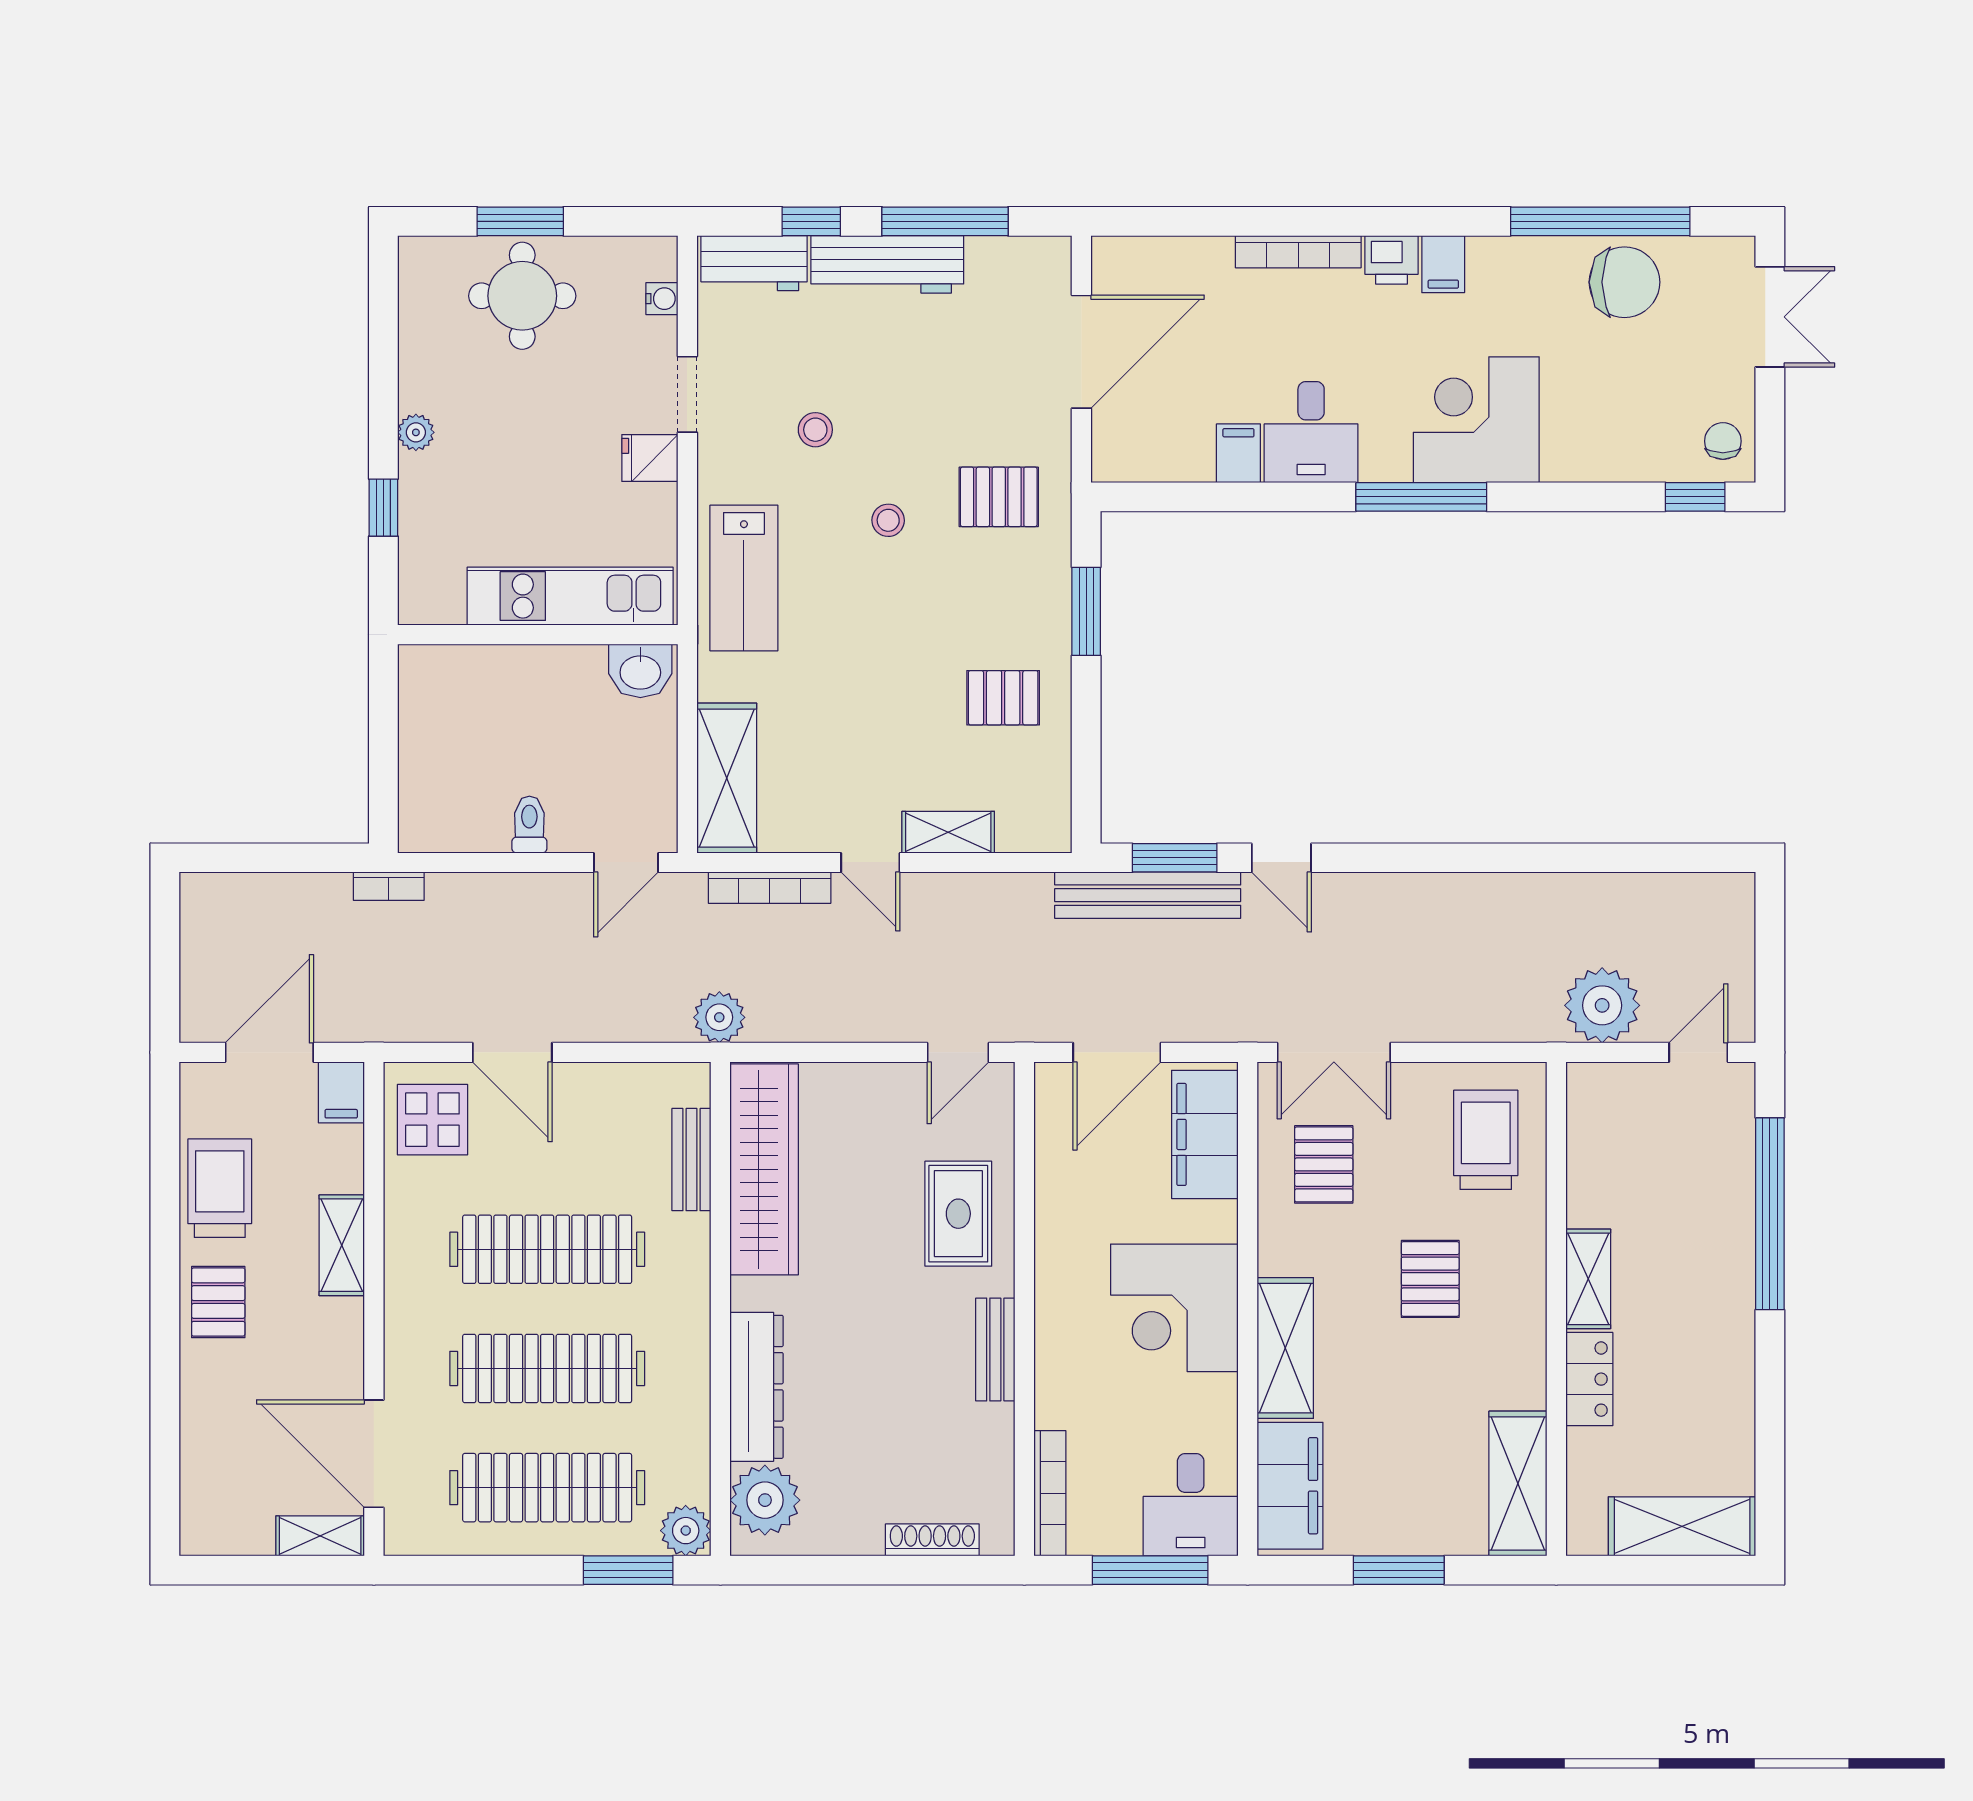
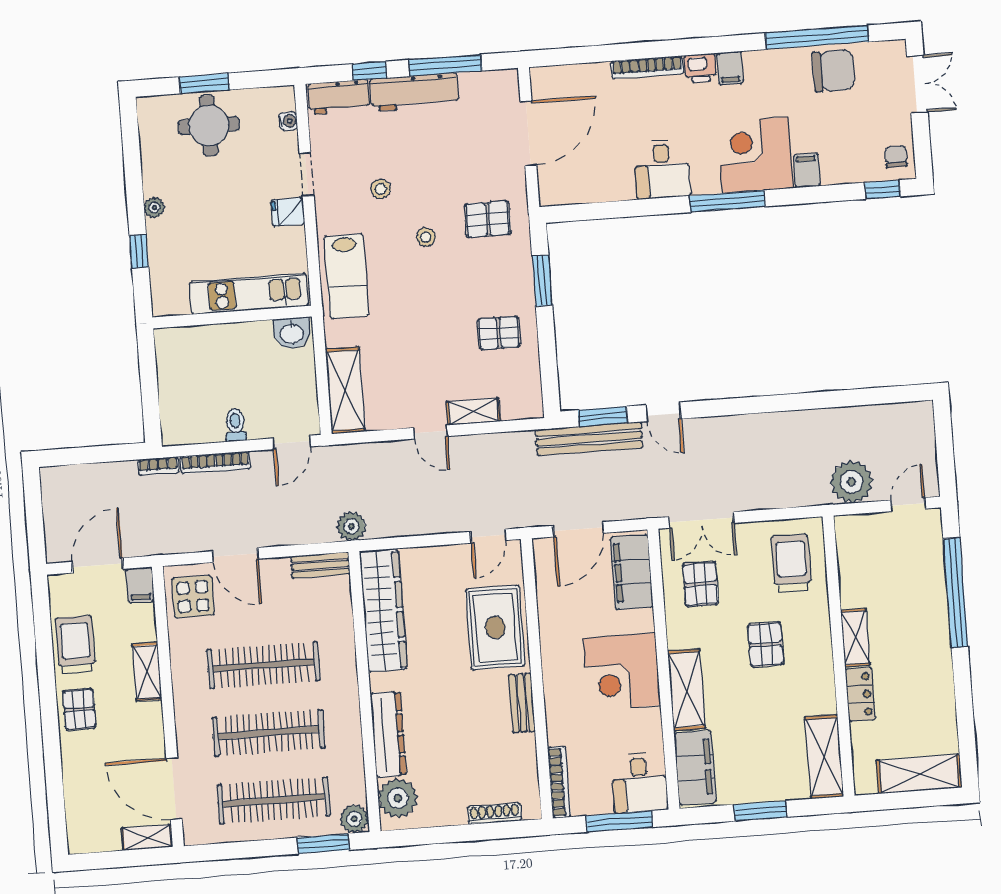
filing cabinet: (1238, 453) -> (807, 170), moved
bookcase: (770, 888) -> (215, 463), moved
bench: (691, 1160) -> (320, 565), moved, turned 90
rug: (958, 1214) -> (495, 627), width x1.36, depth x1.43

